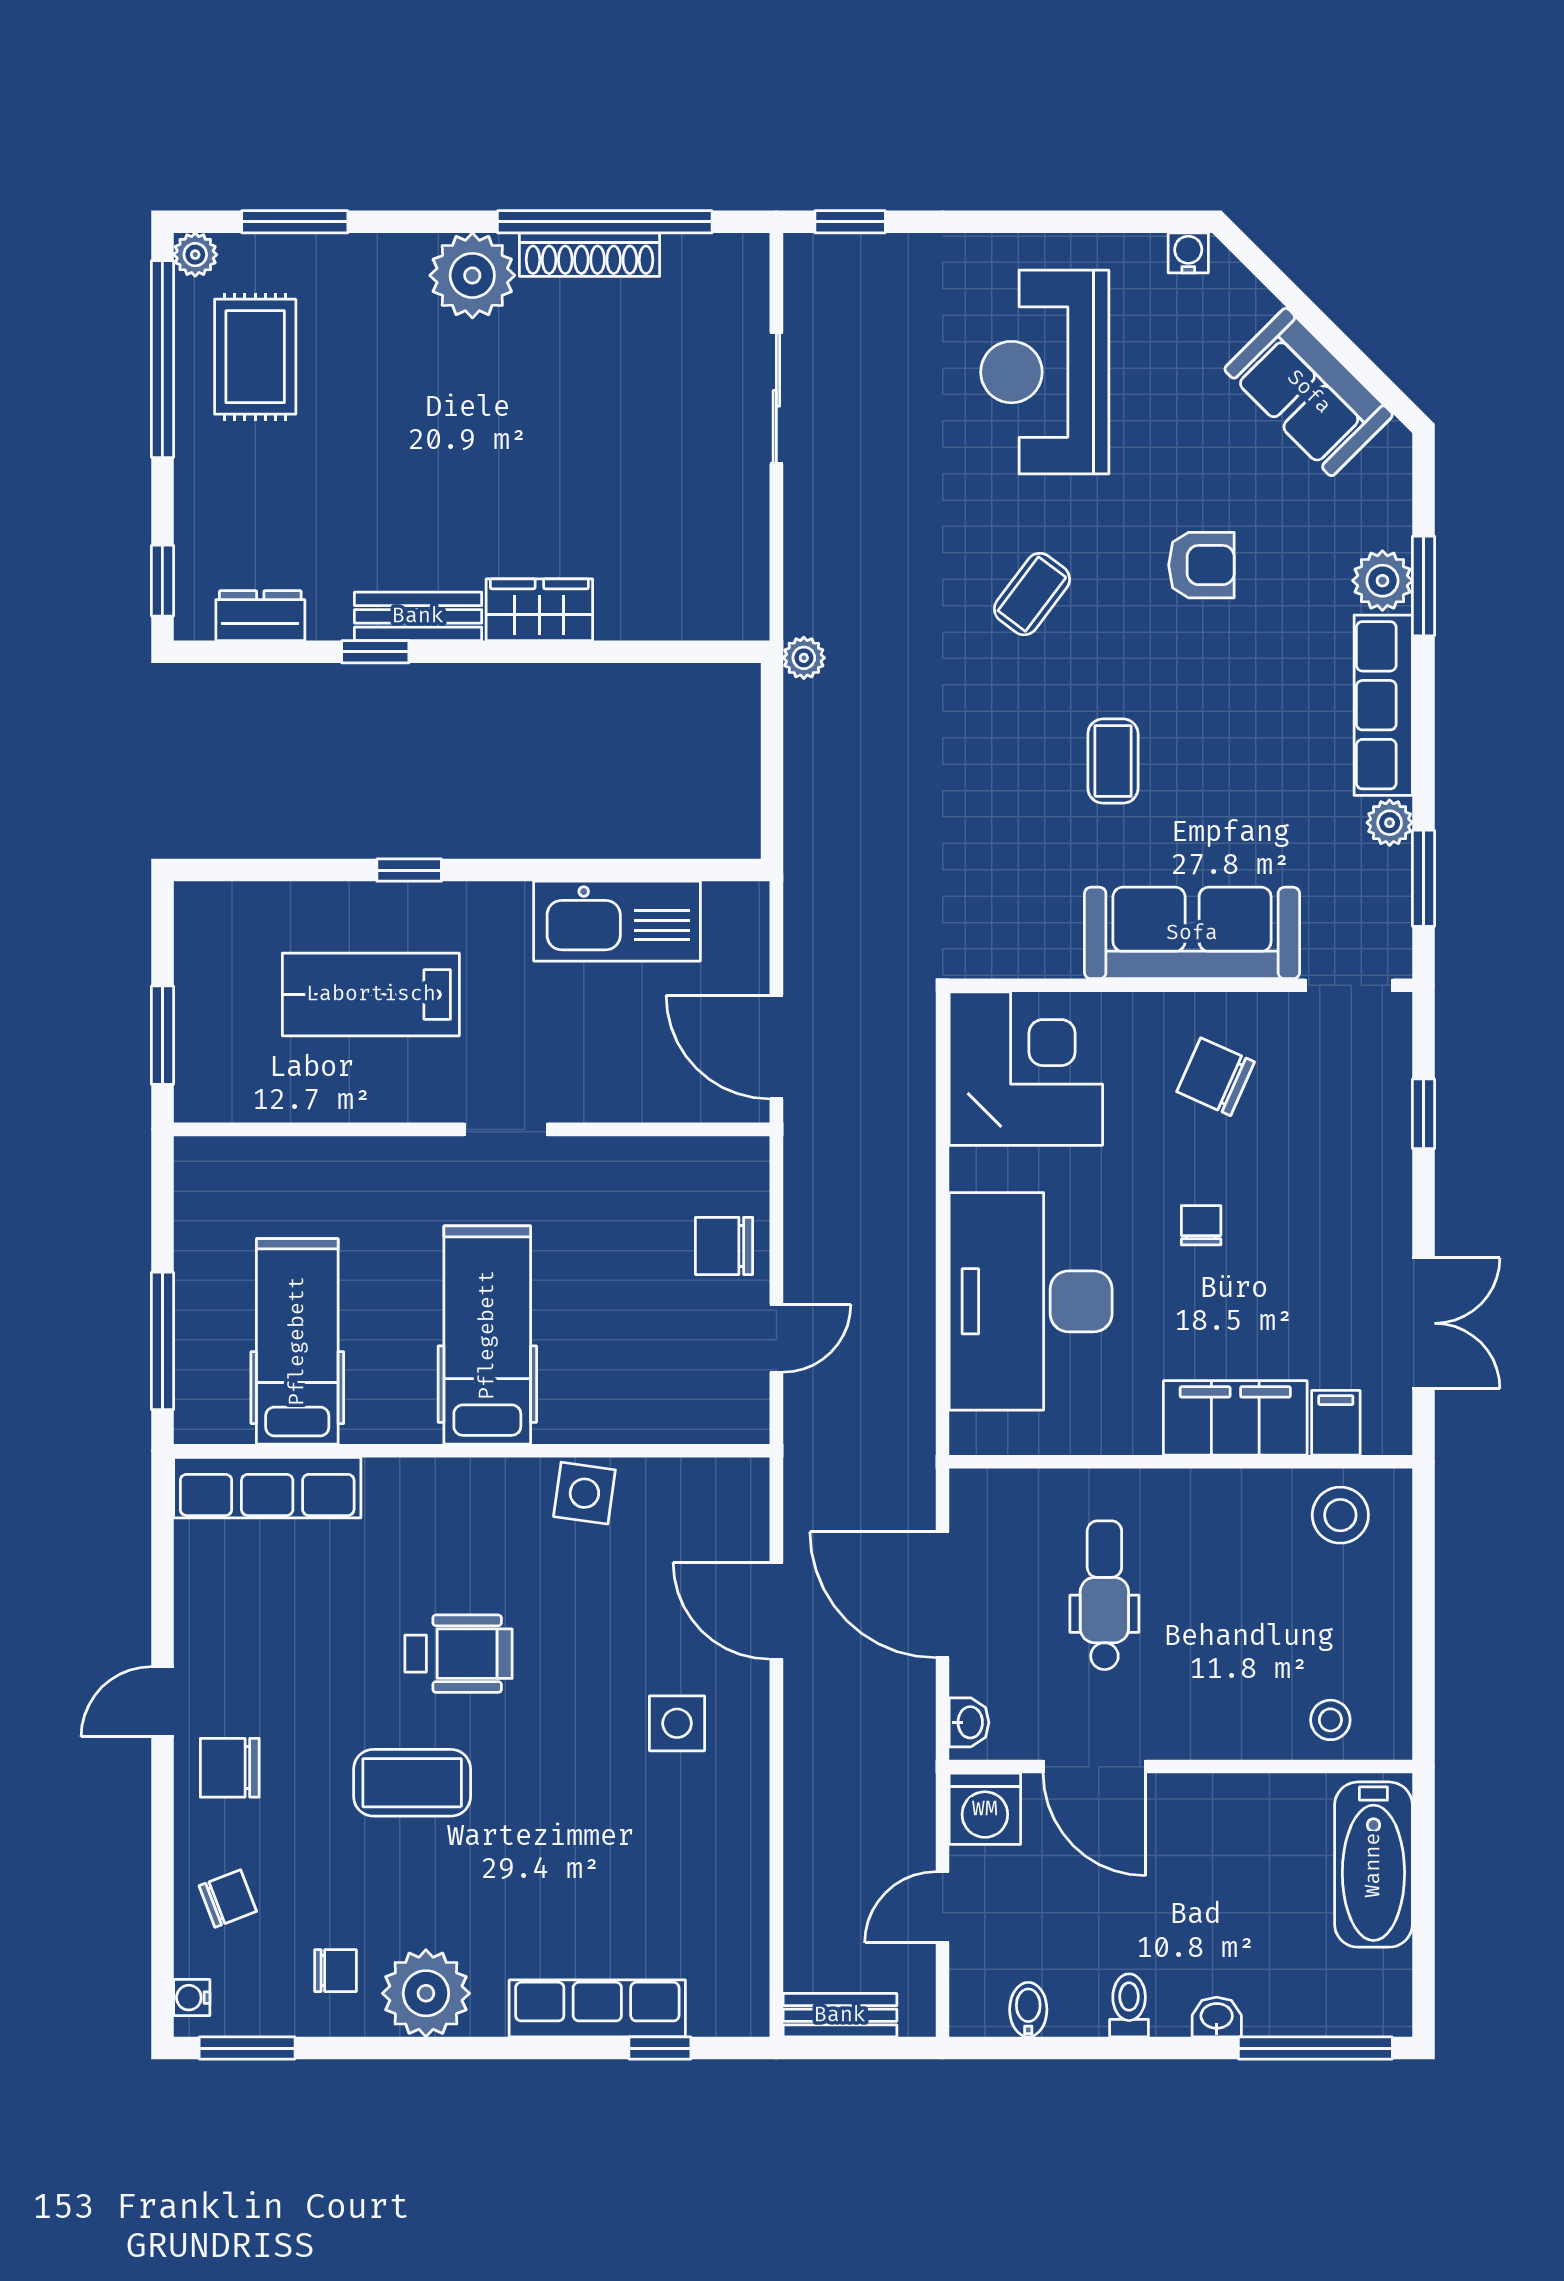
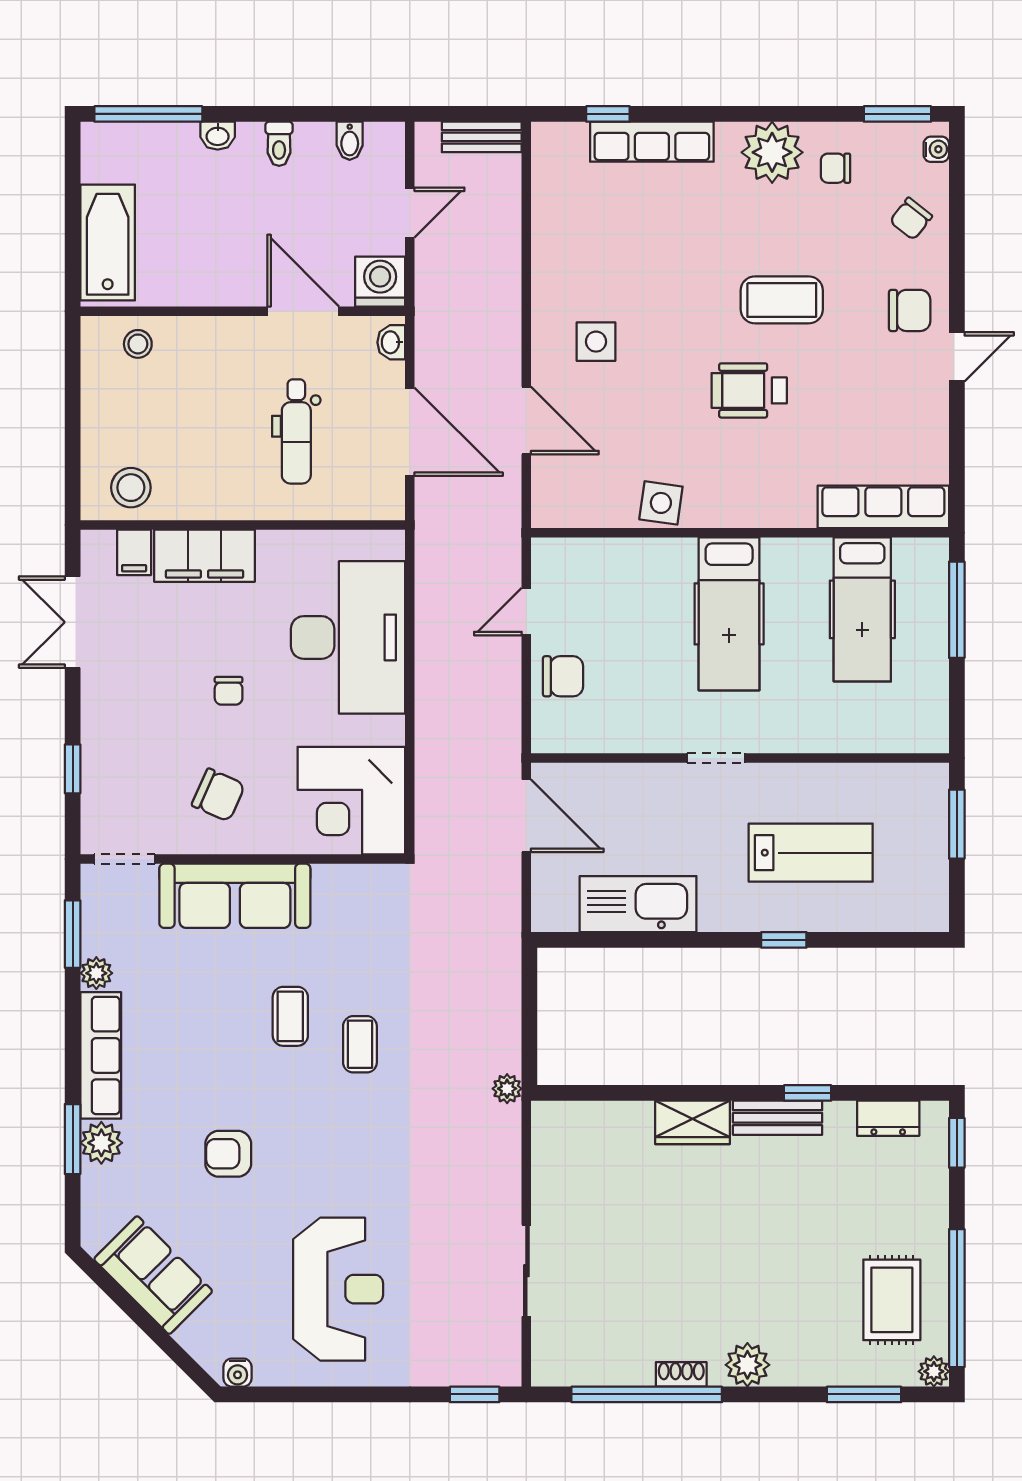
shoe rack: (589, 255) -> (681, 1374), width x0.51, depth x0.81
plant: (472, 275) -> (747, 1365), width x0.73, depth x0.73
coffee table: (1032, 594) -> (360, 1044), moved, turned -37
chair: (228, 1899) -> (911, 219), turned -31

